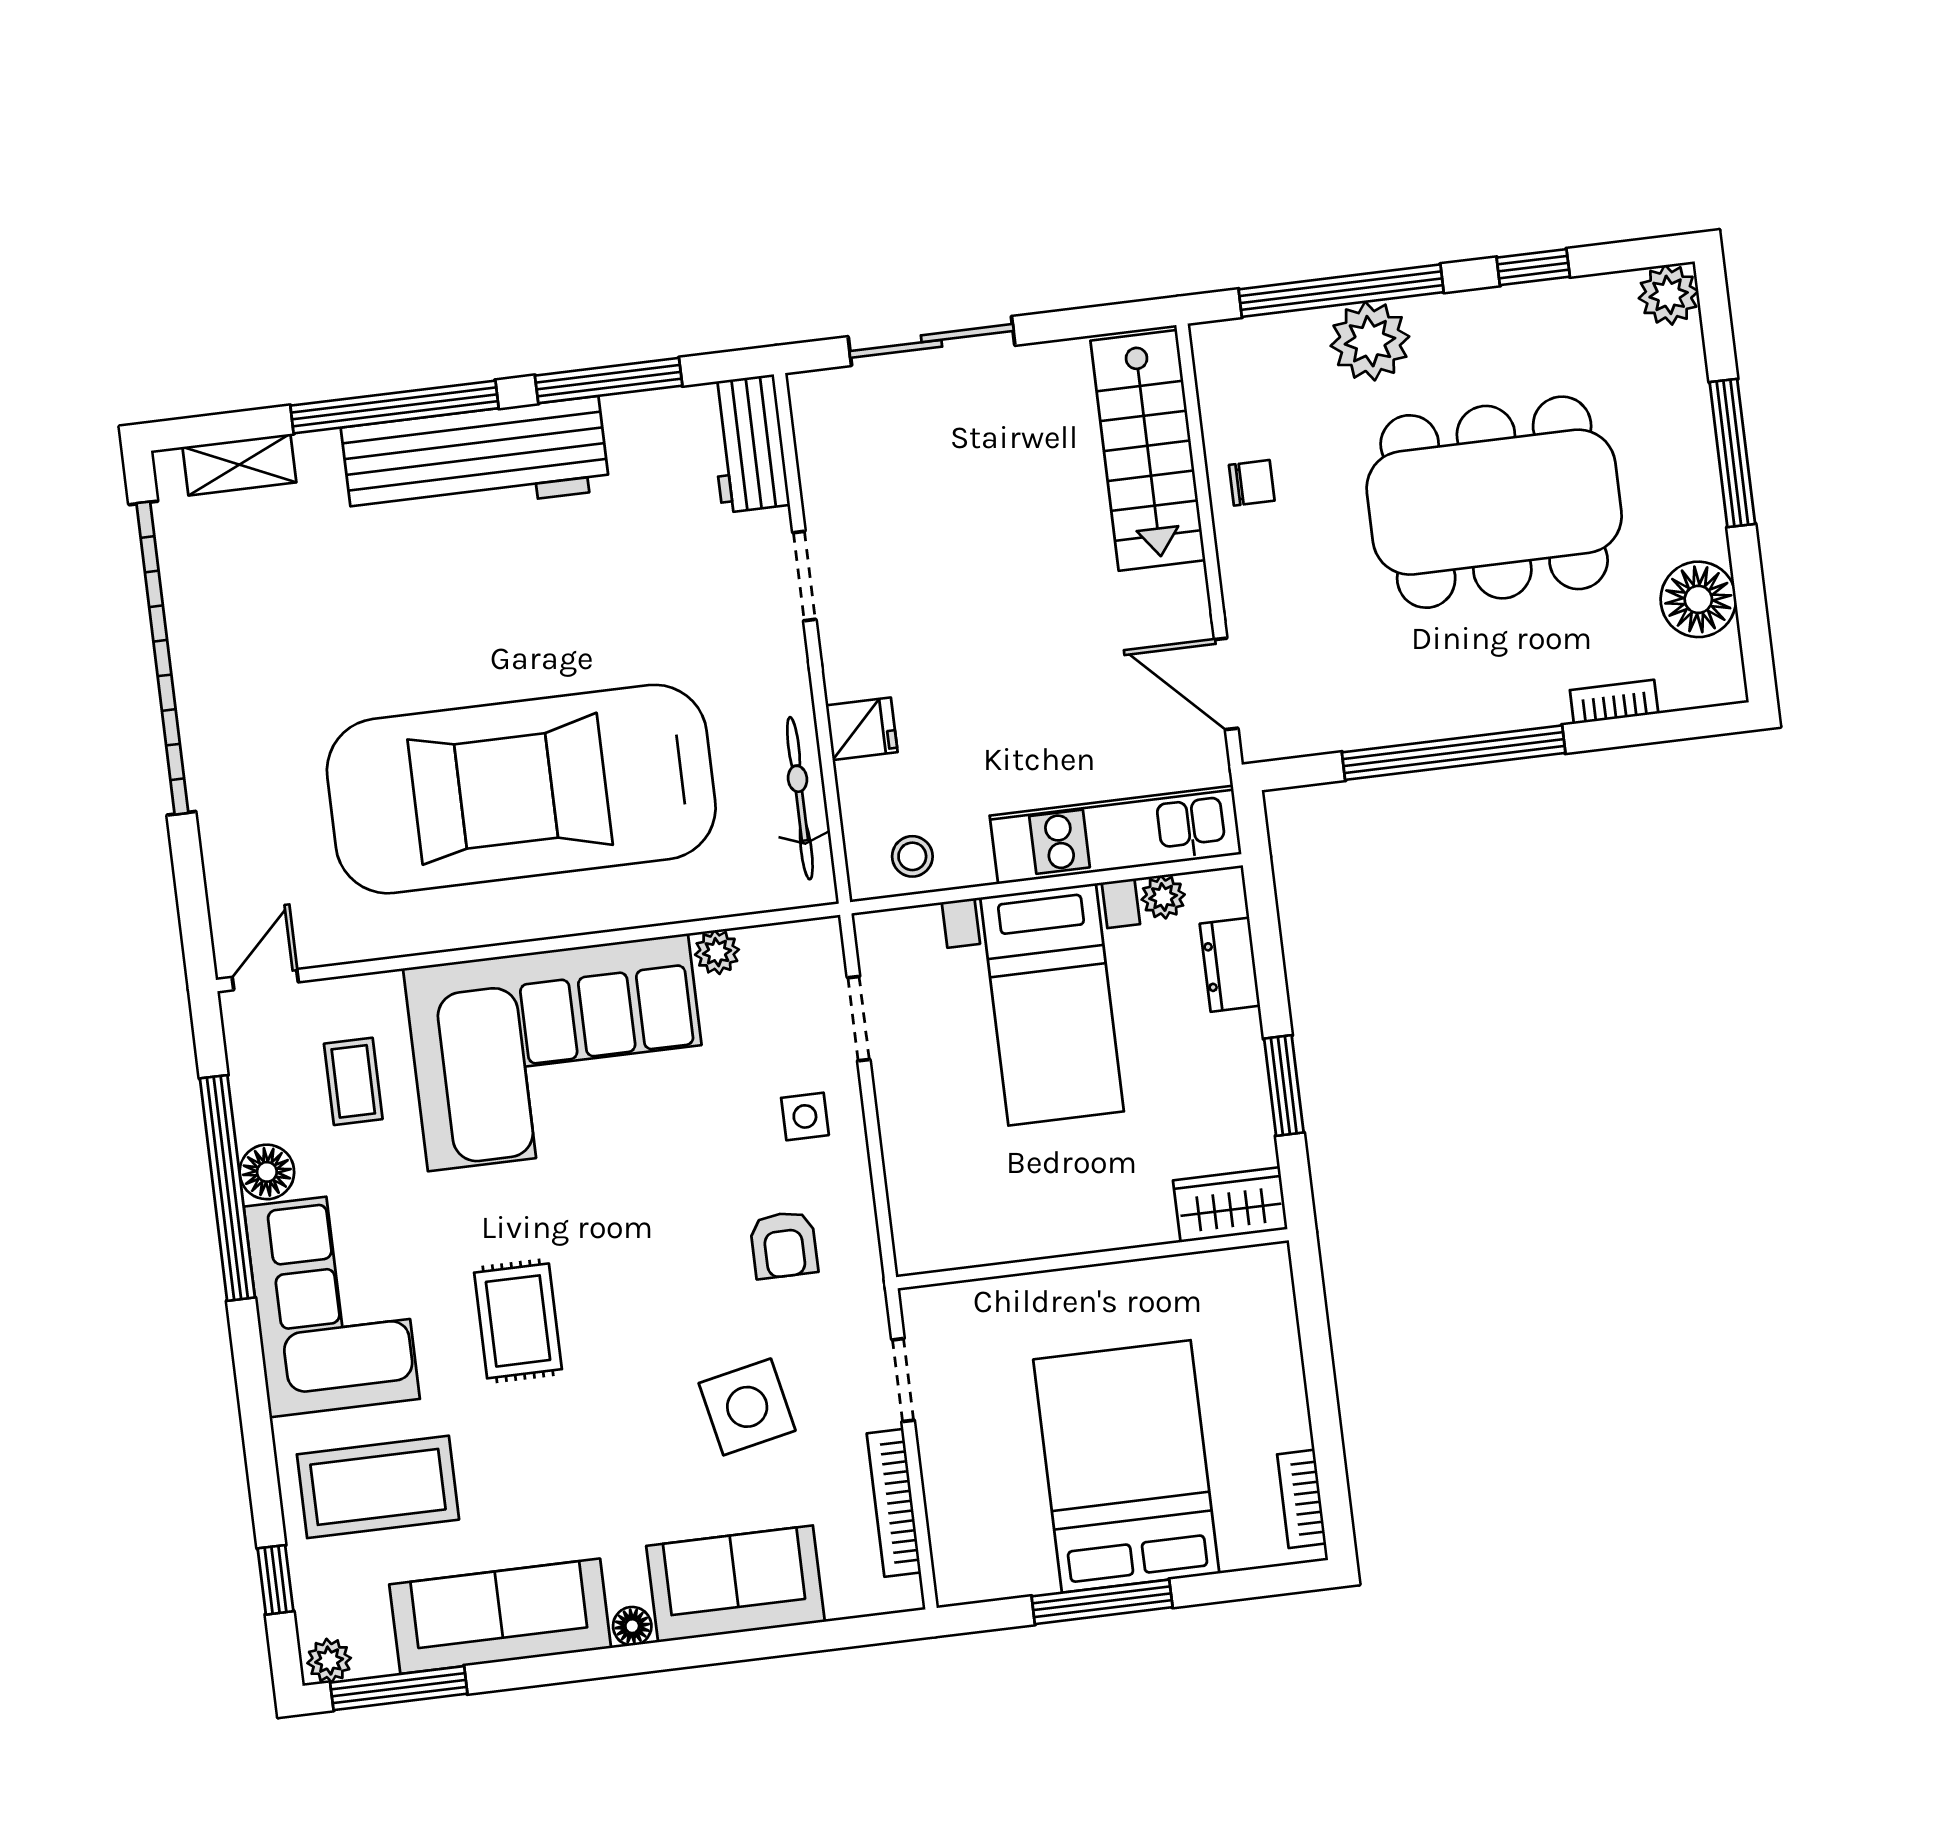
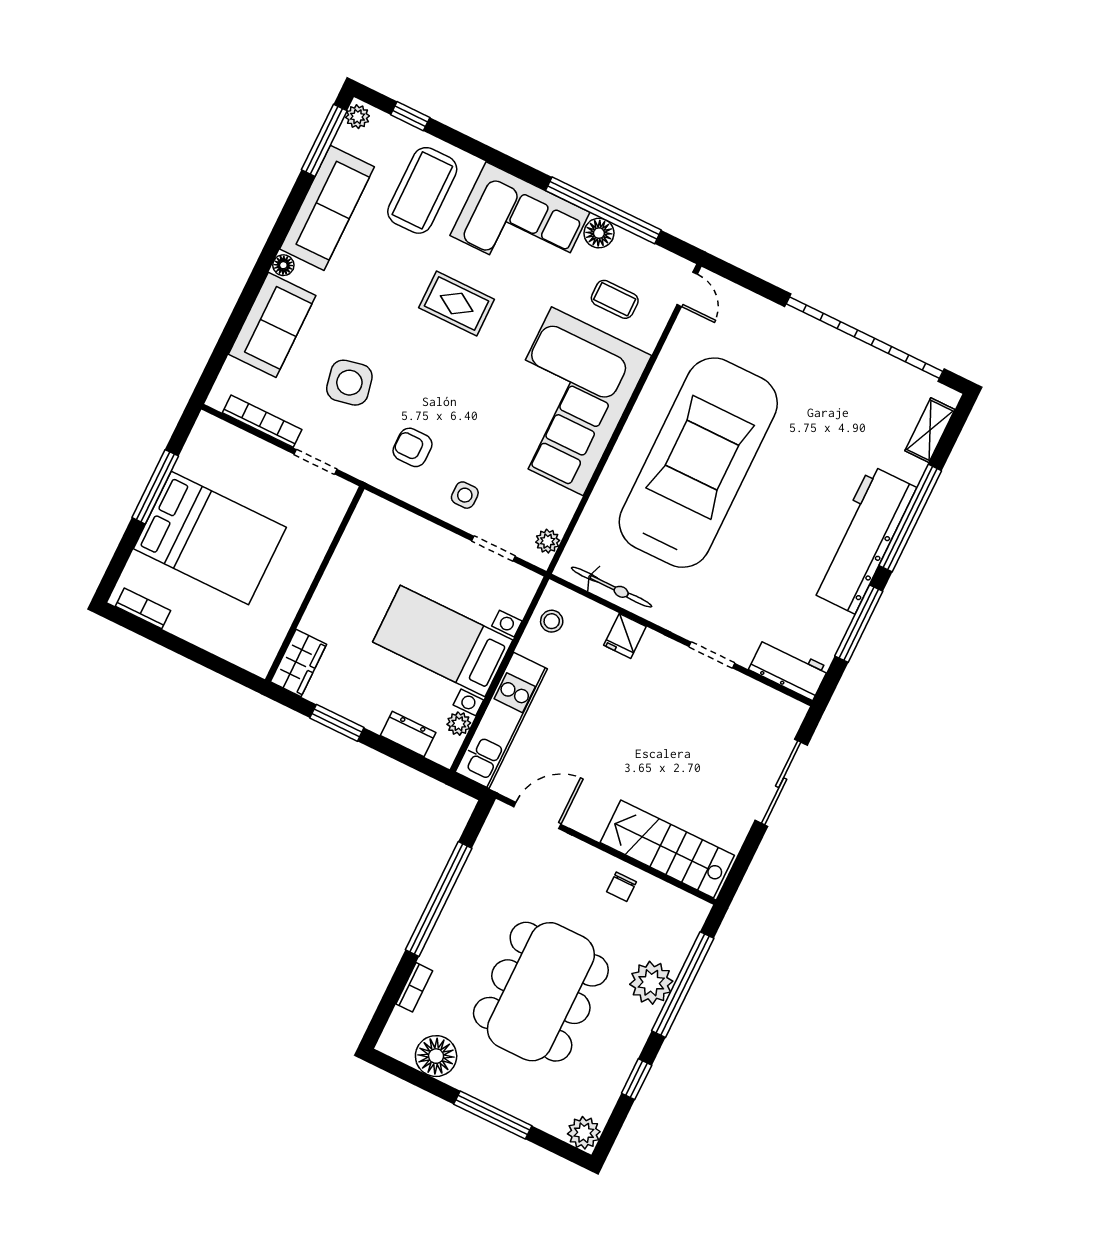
plant: (717, 952) -> (548, 541), moved

